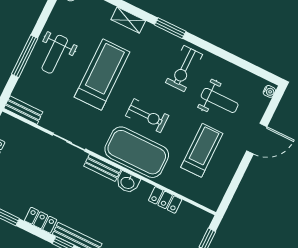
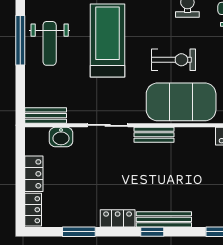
window: (25, 56) -> (20, 40), moved
washbasin: (128, 182) -> (61, 137), moved

